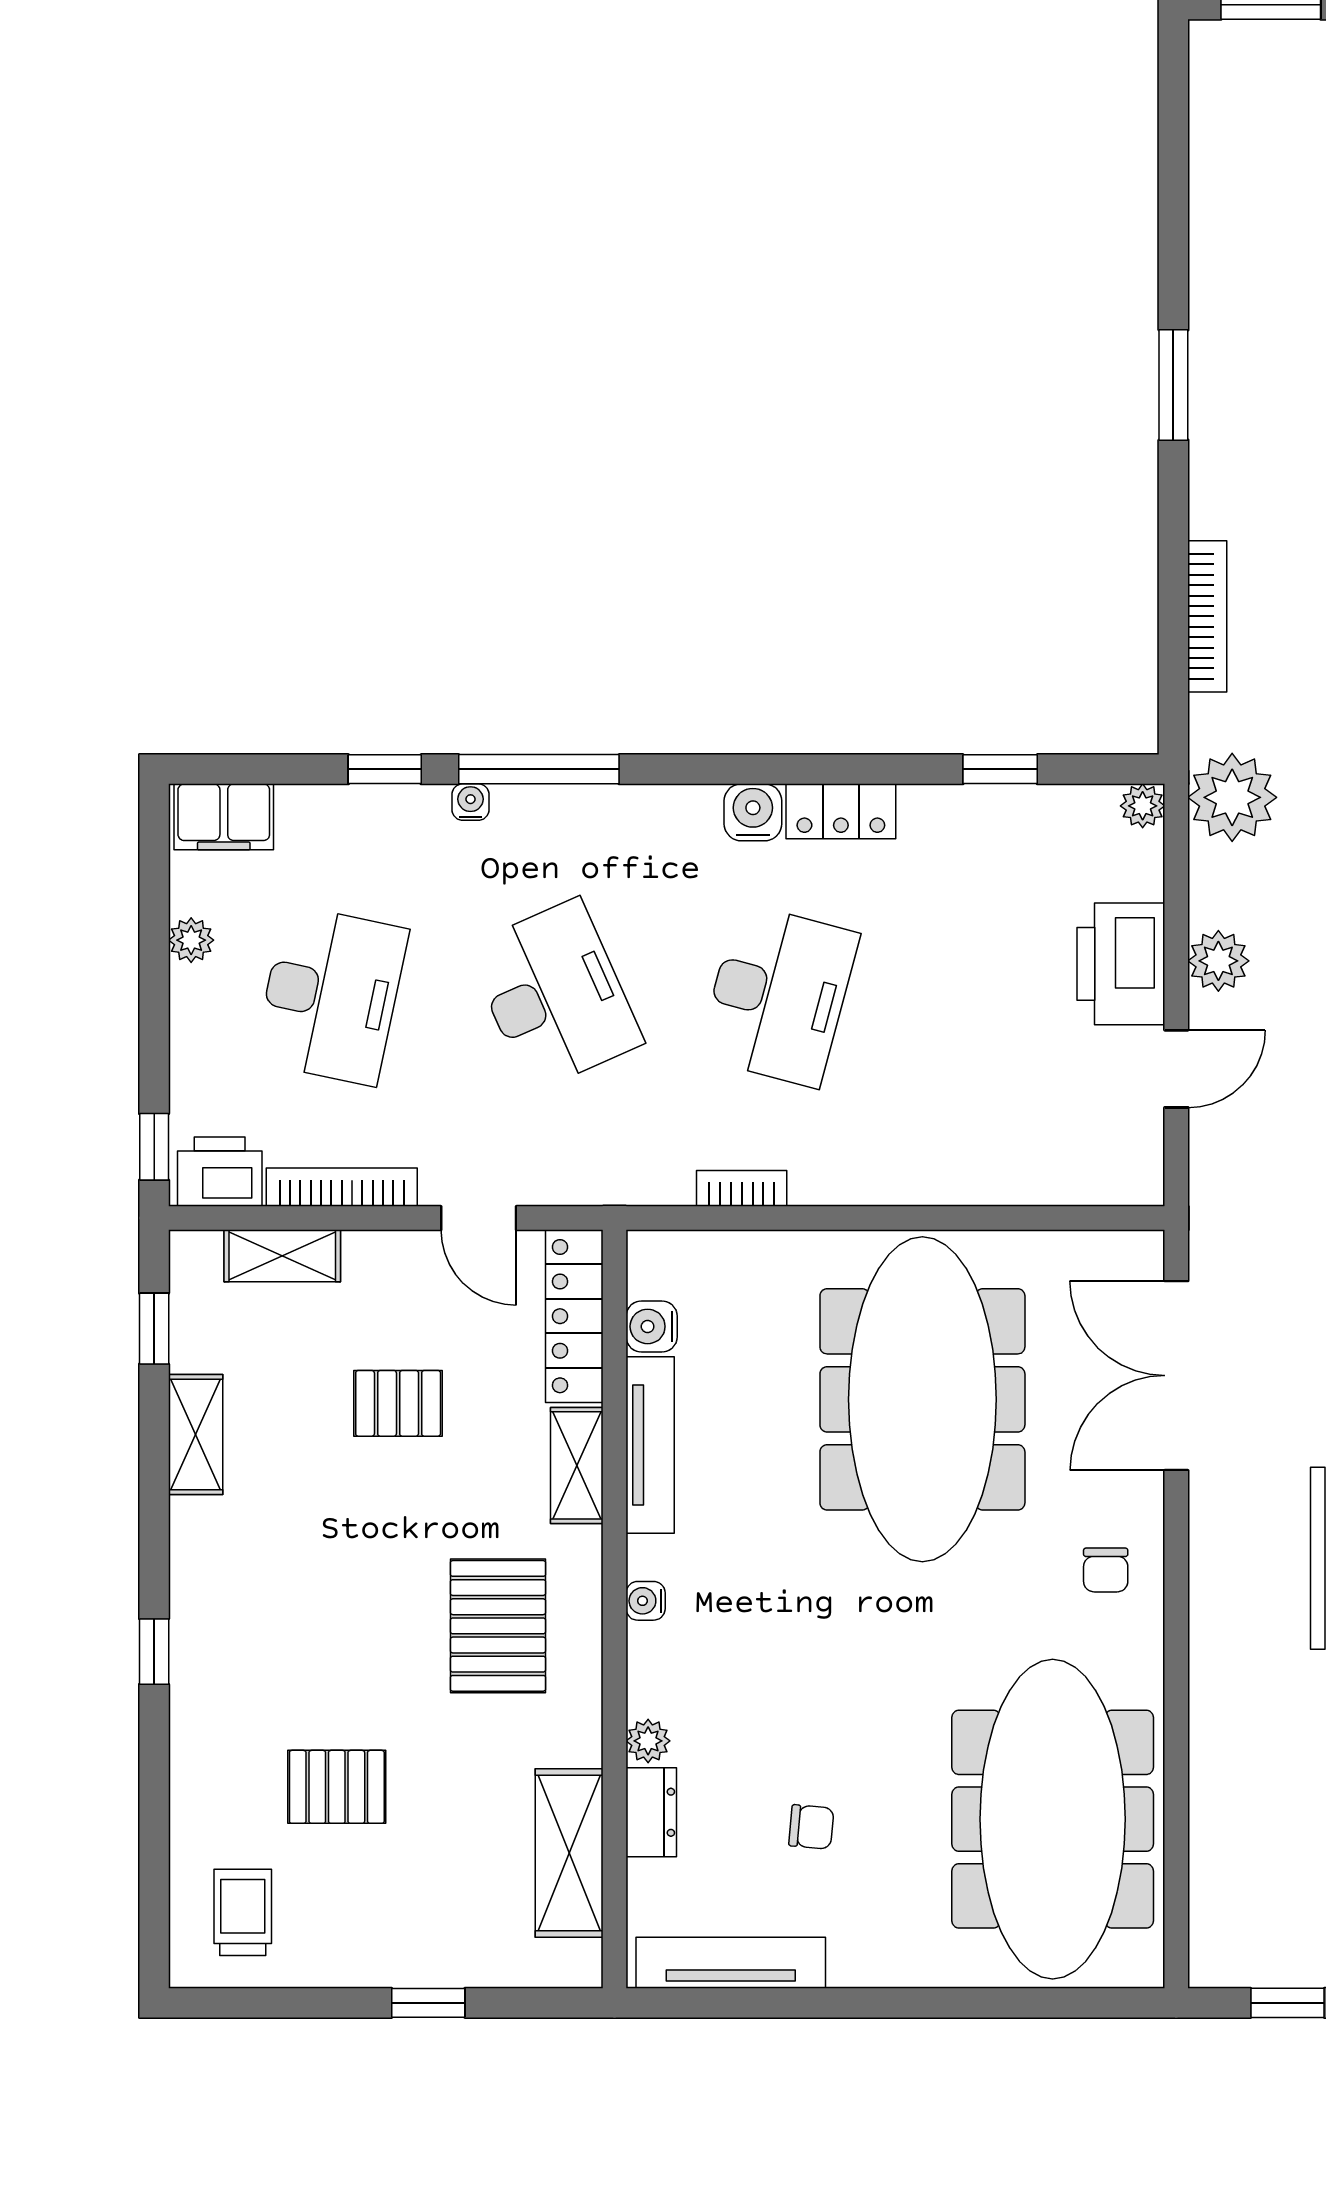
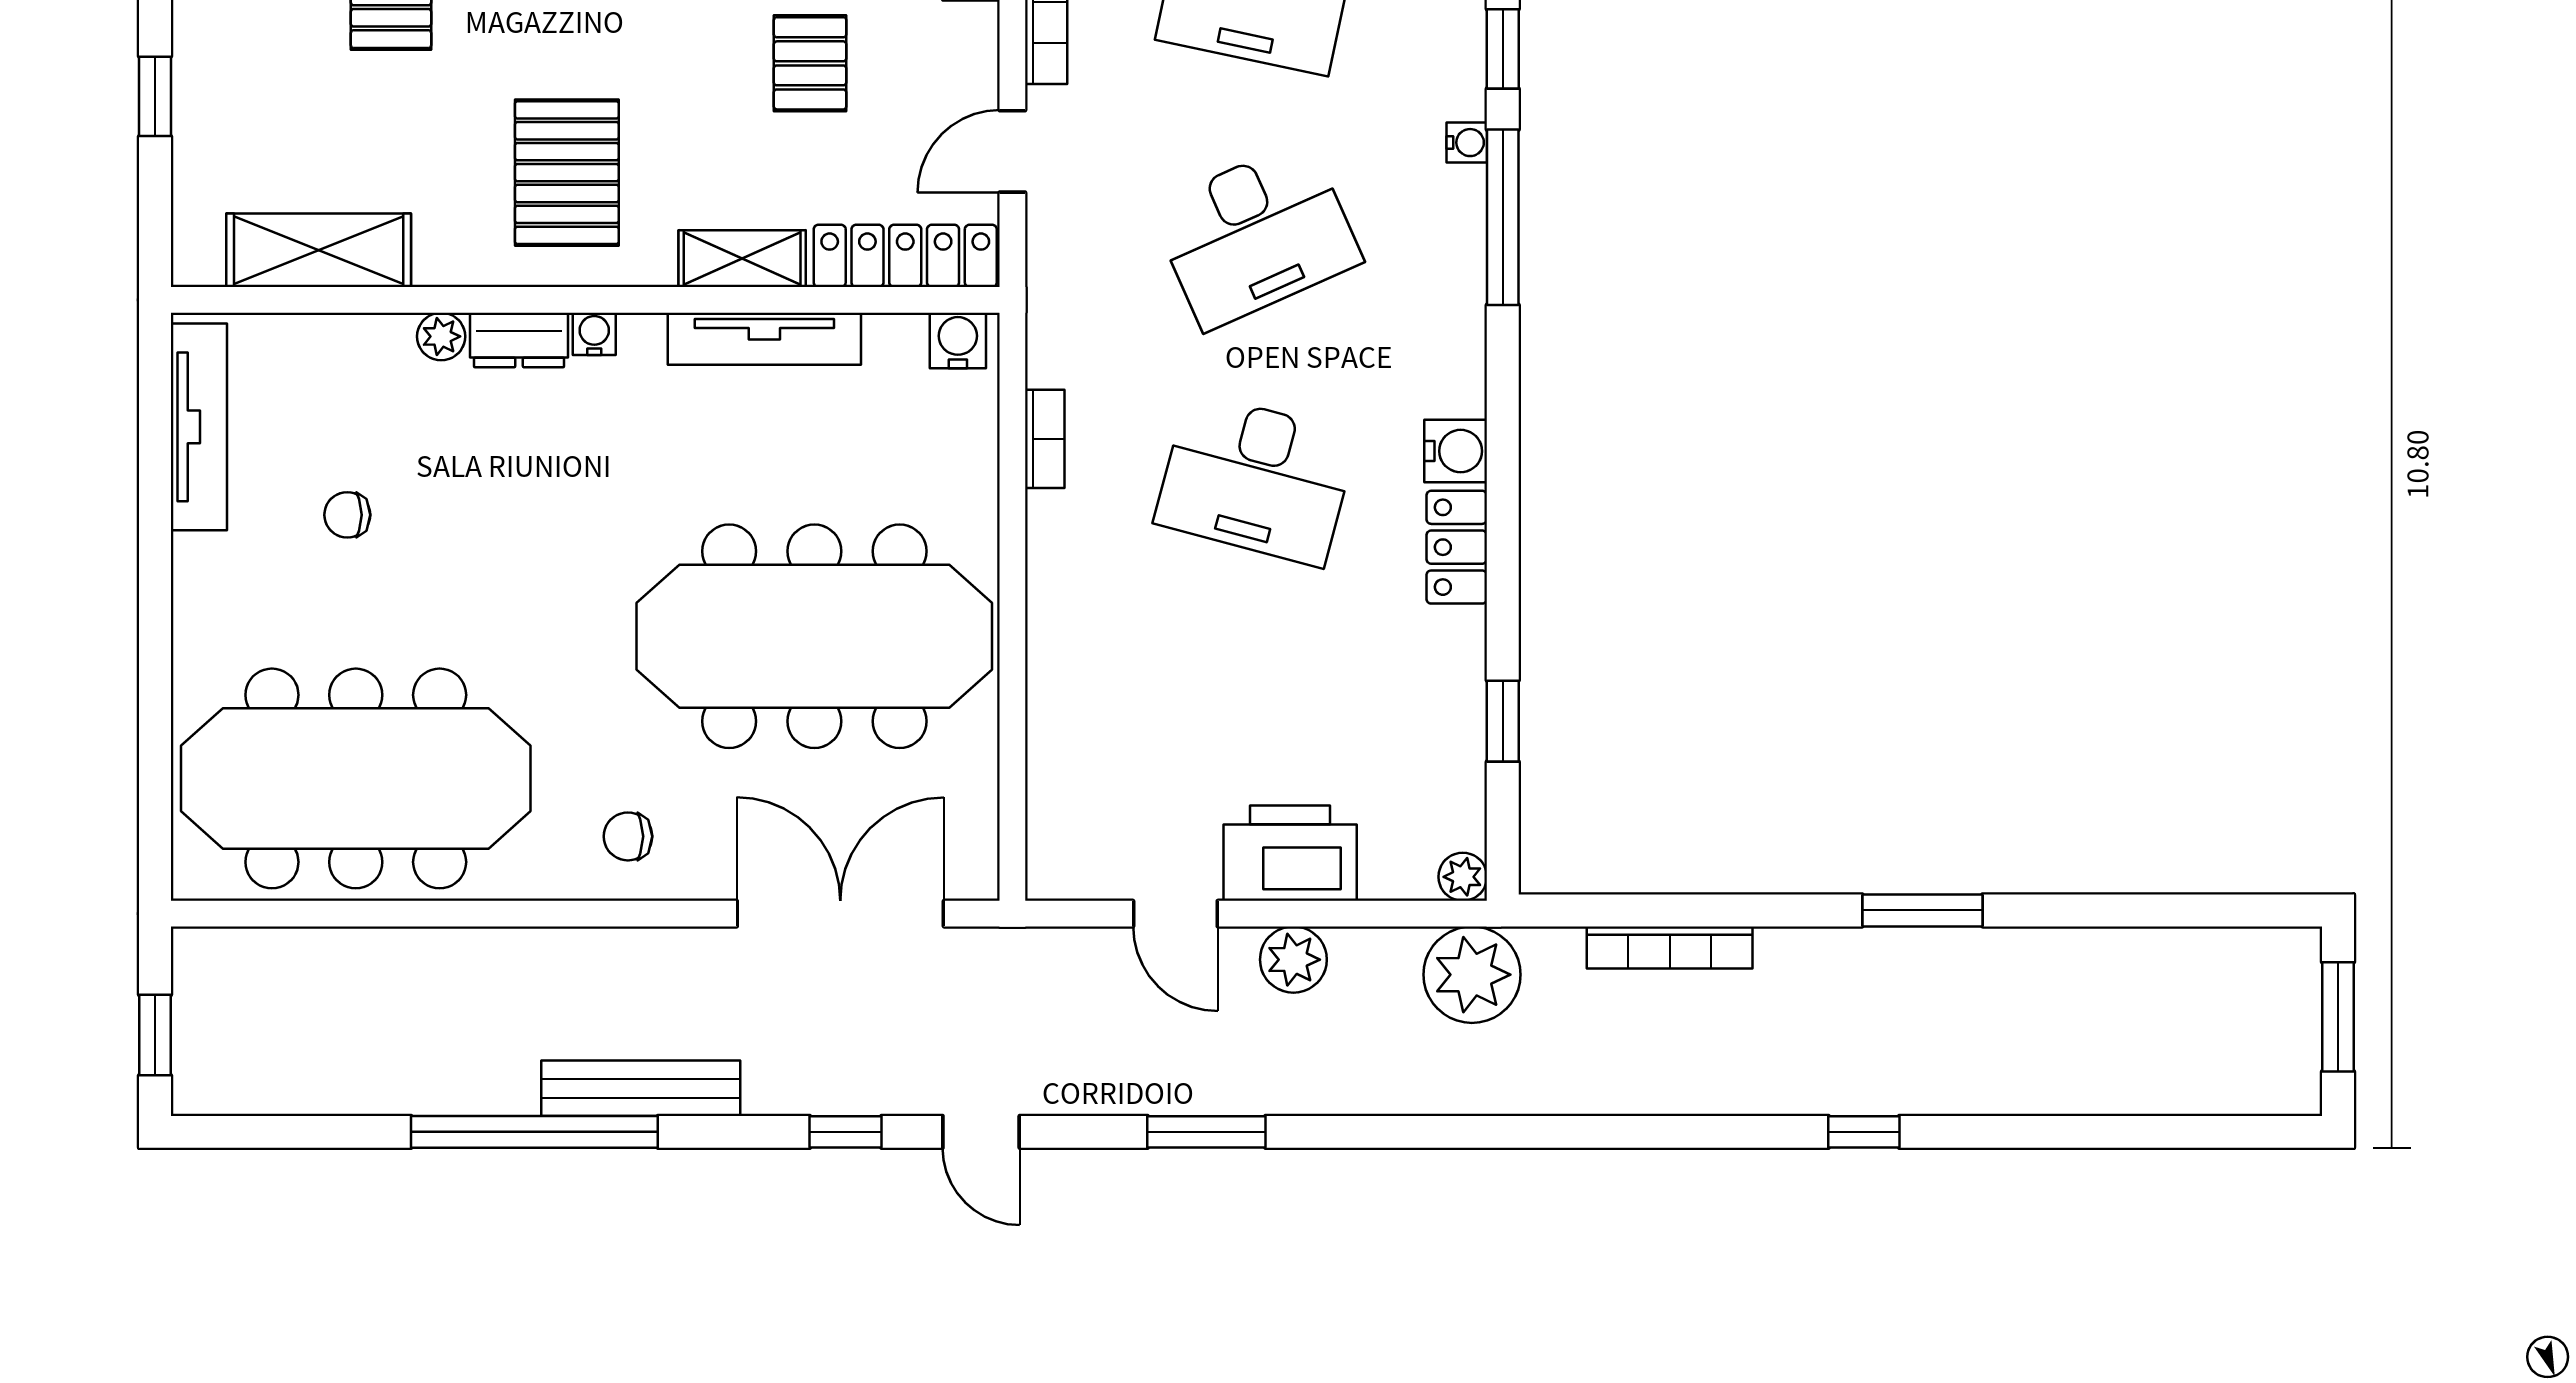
water cooler: (652, 1326) -> (958, 340), moved
pallet: (498, 1626) -> (567, 173), turned 90
dresser: (651, 1812) -> (519, 340), moved
chair: (811, 1827) -> (347, 515), turned 85

